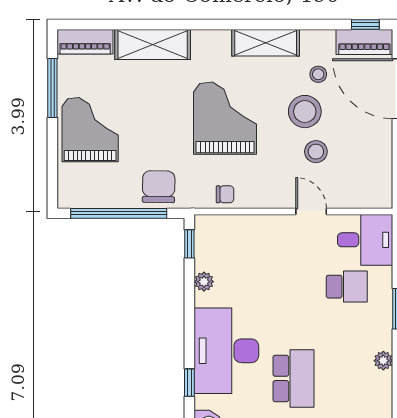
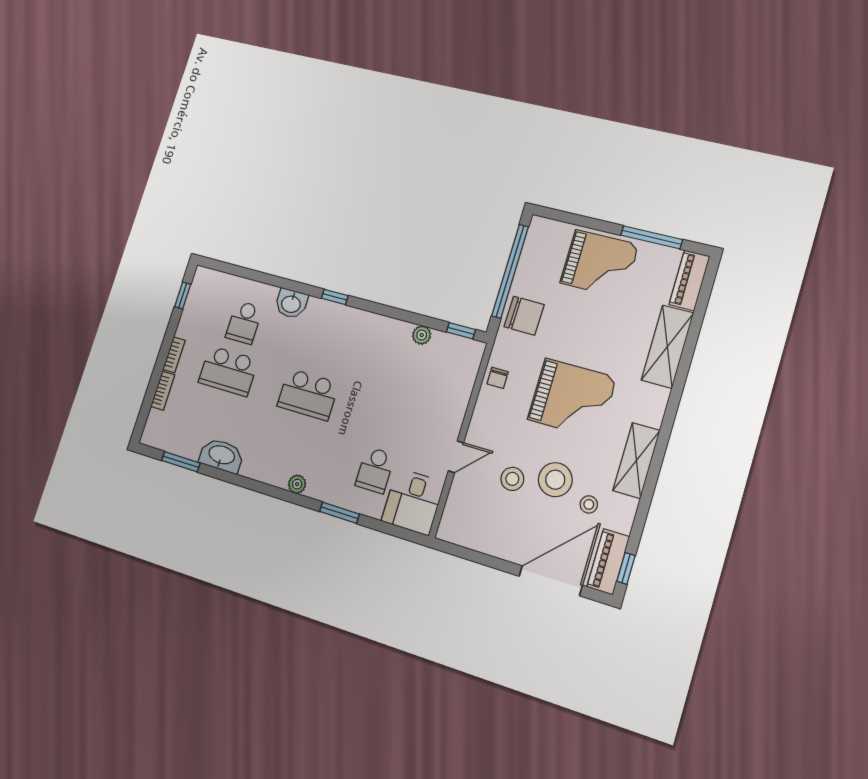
desk: (226, 351) -> (352, 339), removed

